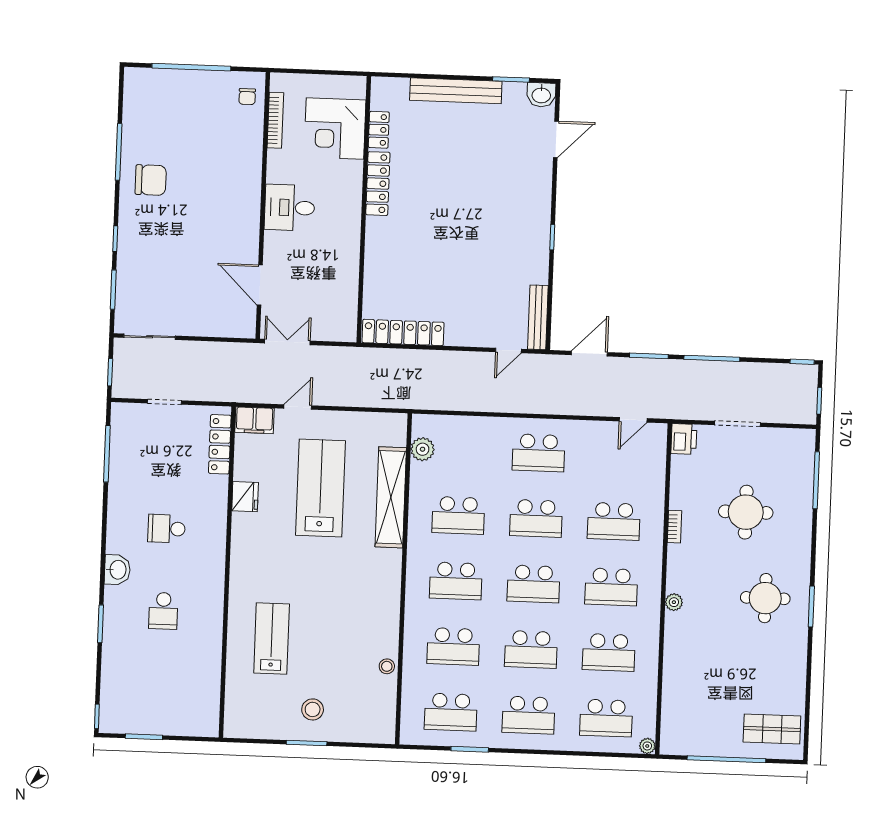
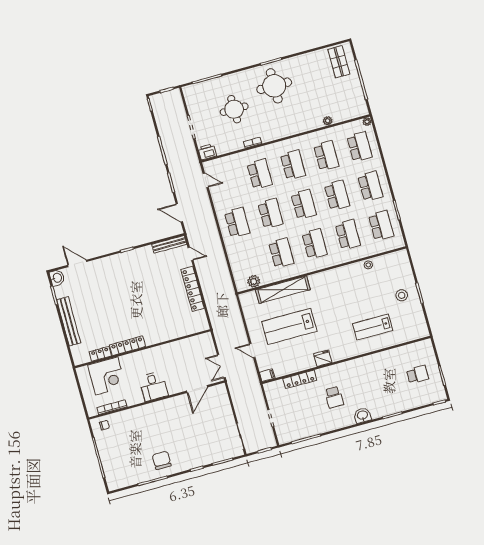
locker: (403, 332) -> (193, 289), moved
filing cabinet: (254, 420) -> (267, 375), width x0.50
locker: (220, 444) -> (300, 379), moved
fridge: (245, 497) -> (323, 358), moved
round table: (765, 598) -> (274, 86), width x1.36, depth x1.36
plant: (674, 602) -> (328, 121), moved
school desk: (163, 611) -> (417, 374), moved

